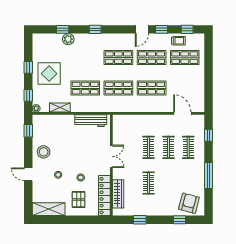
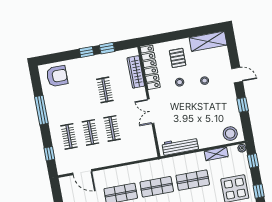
window: (28, 131) -> (243, 105), moved
stool: (44, 152) -> (230, 134), moved
armchair: (189, 203) -> (57, 76), turned -105
window: (180, 220) -> (87, 52), moved

